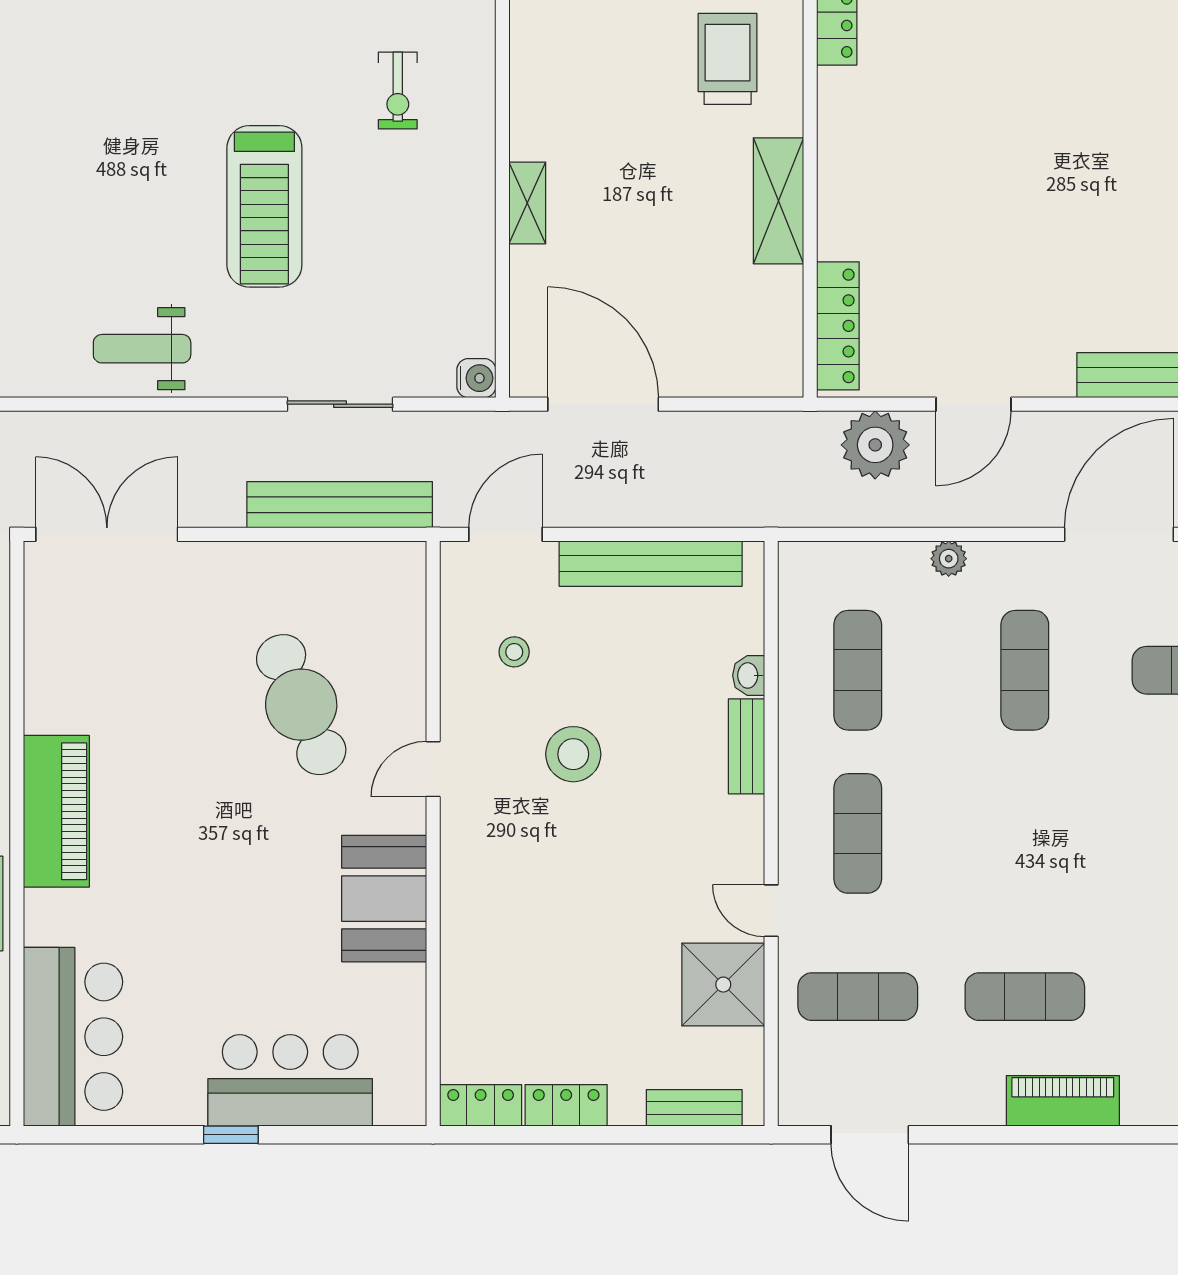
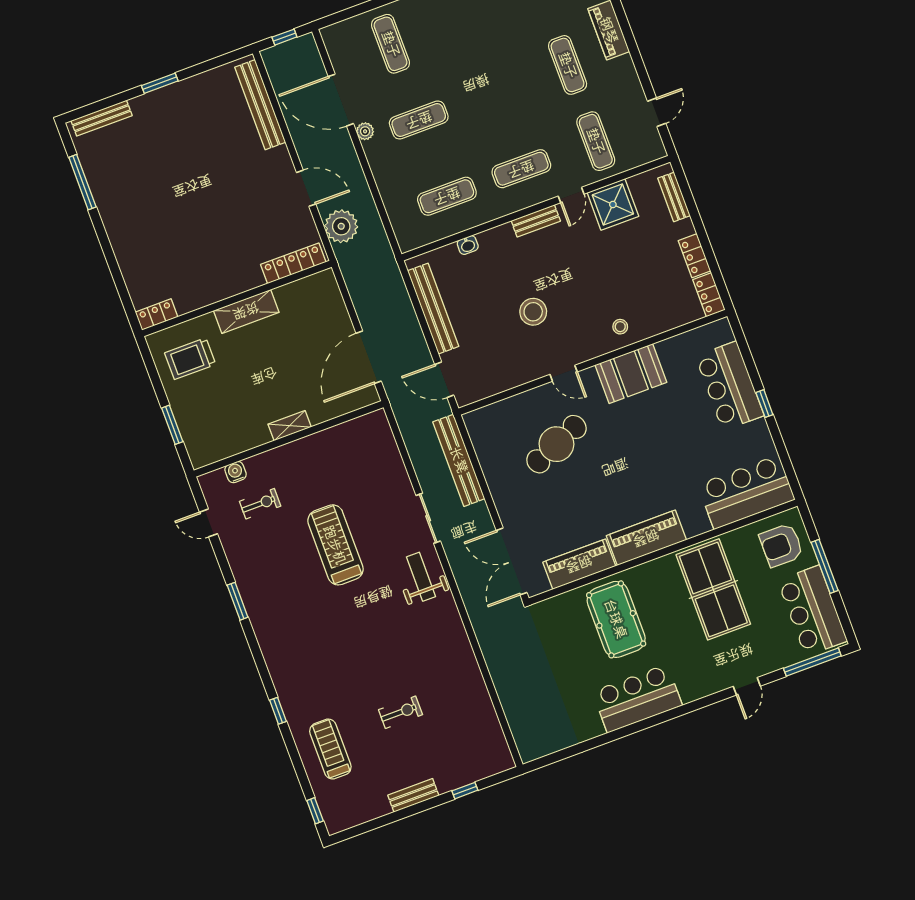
treadmill: (264, 206) -> (335, 545), turned -90
weight bench: (142, 349) -> (421, 577), turned 180
water cooler: (476, 378) -> (236, 472), moved
sliding door: (340, 404) -> (428, 518), moved
plant: (949, 559) -> (365, 131), moved
stool: (514, 652) -> (620, 327), moved
piano: (53, 663) -> (579, 564), added
bench: (747, 746) -> (536, 221), moved
door: (870, 1135) -> (657, 112), width x0.73

